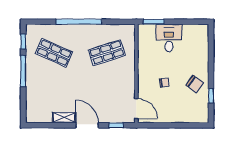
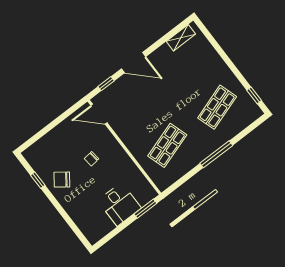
window: (79, 22) -> (216, 154), width x0.68
shop shelf: (54, 53) -> (217, 107), turned -42
window: (23, 71) -> (233, 68), removed
shelving: (64, 118) -> (181, 38), moved

